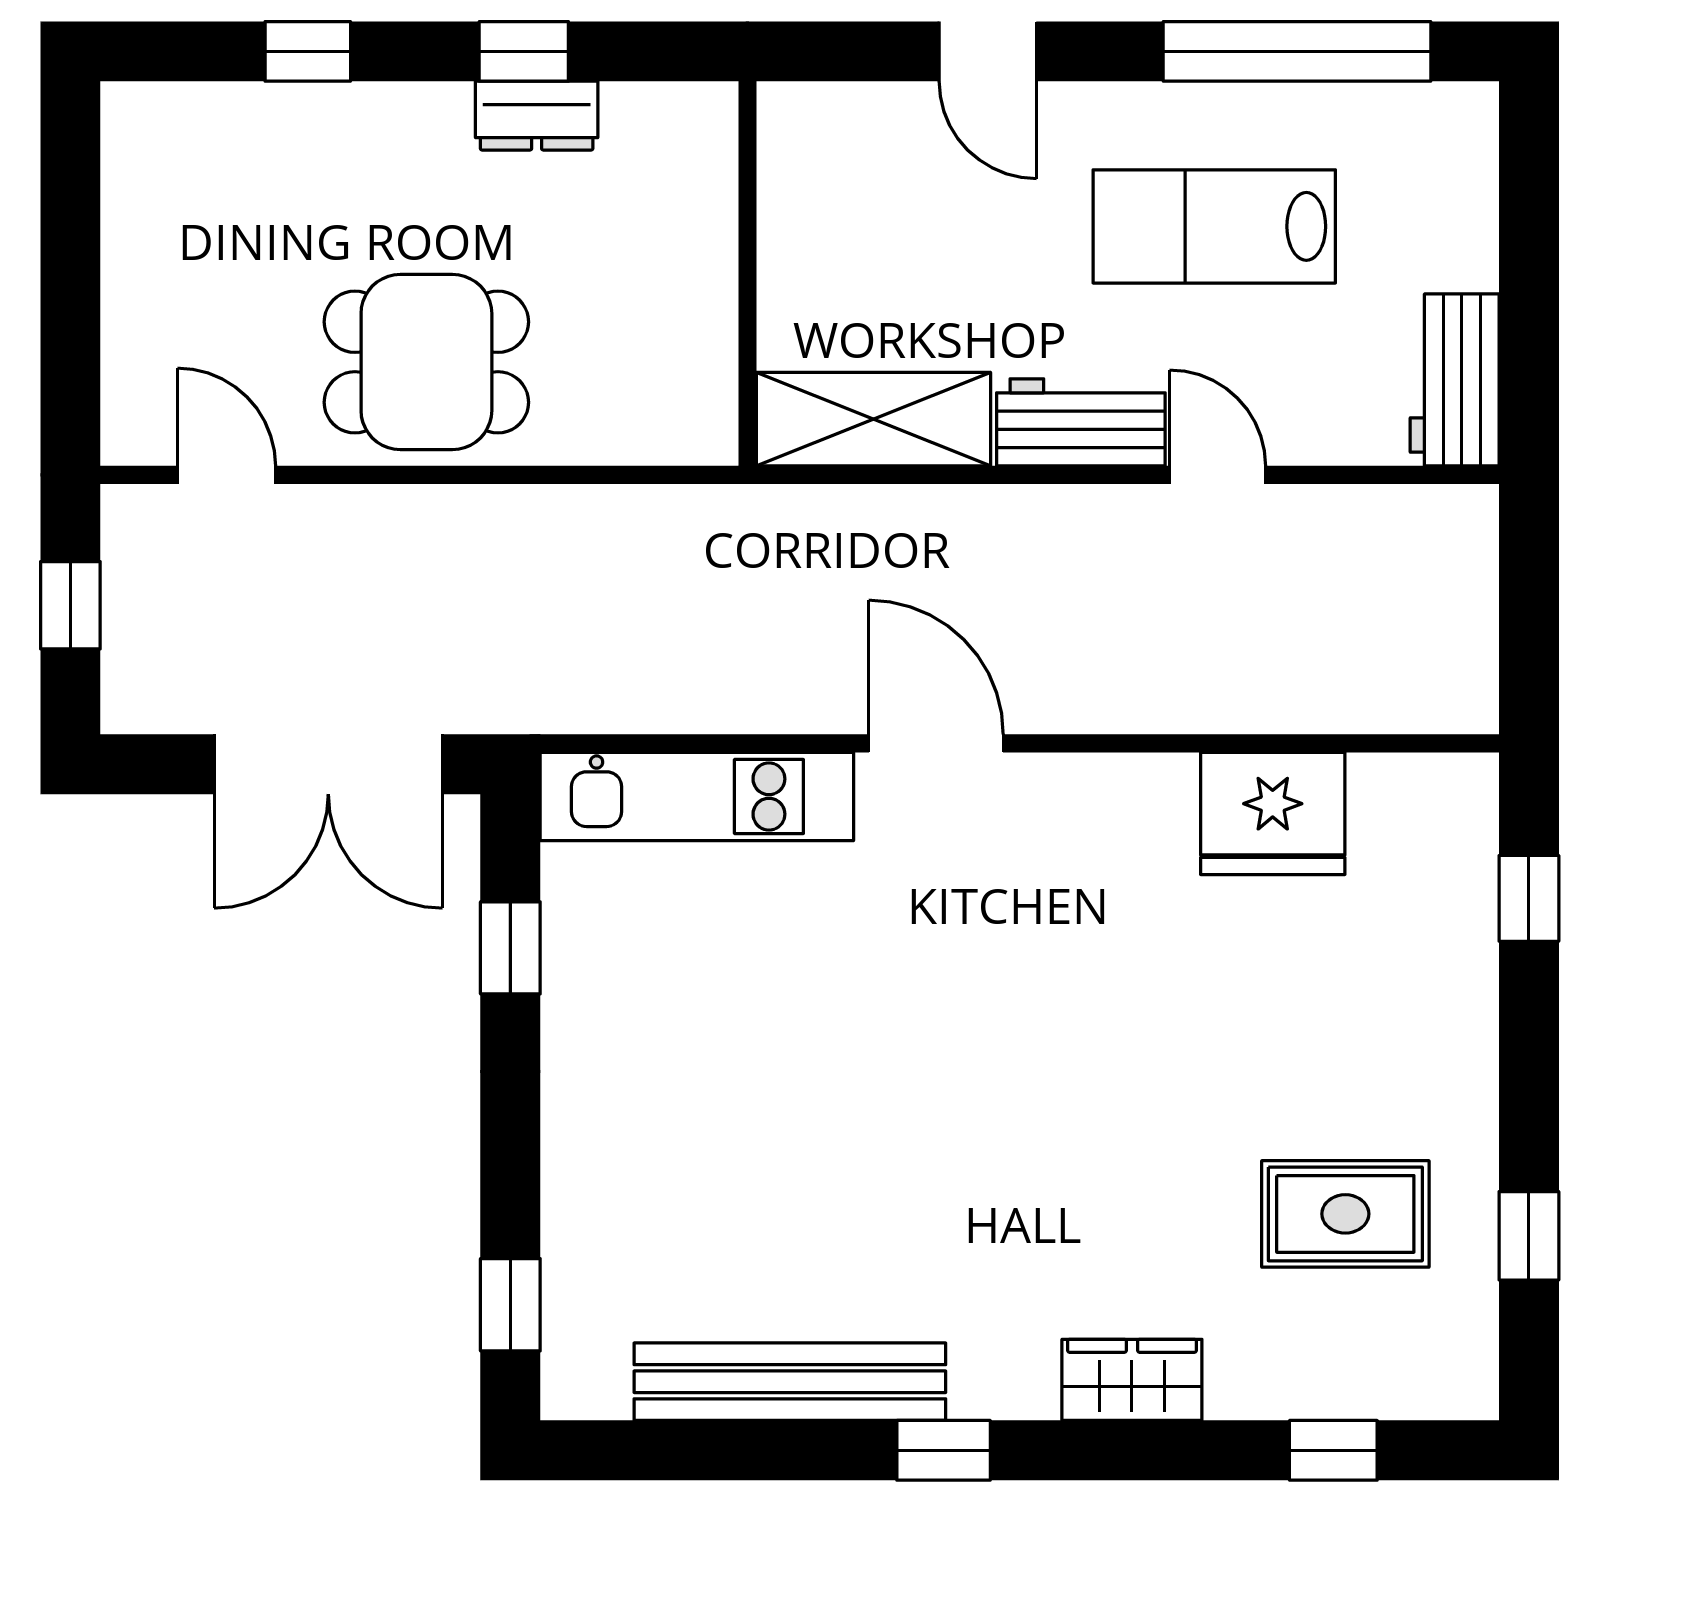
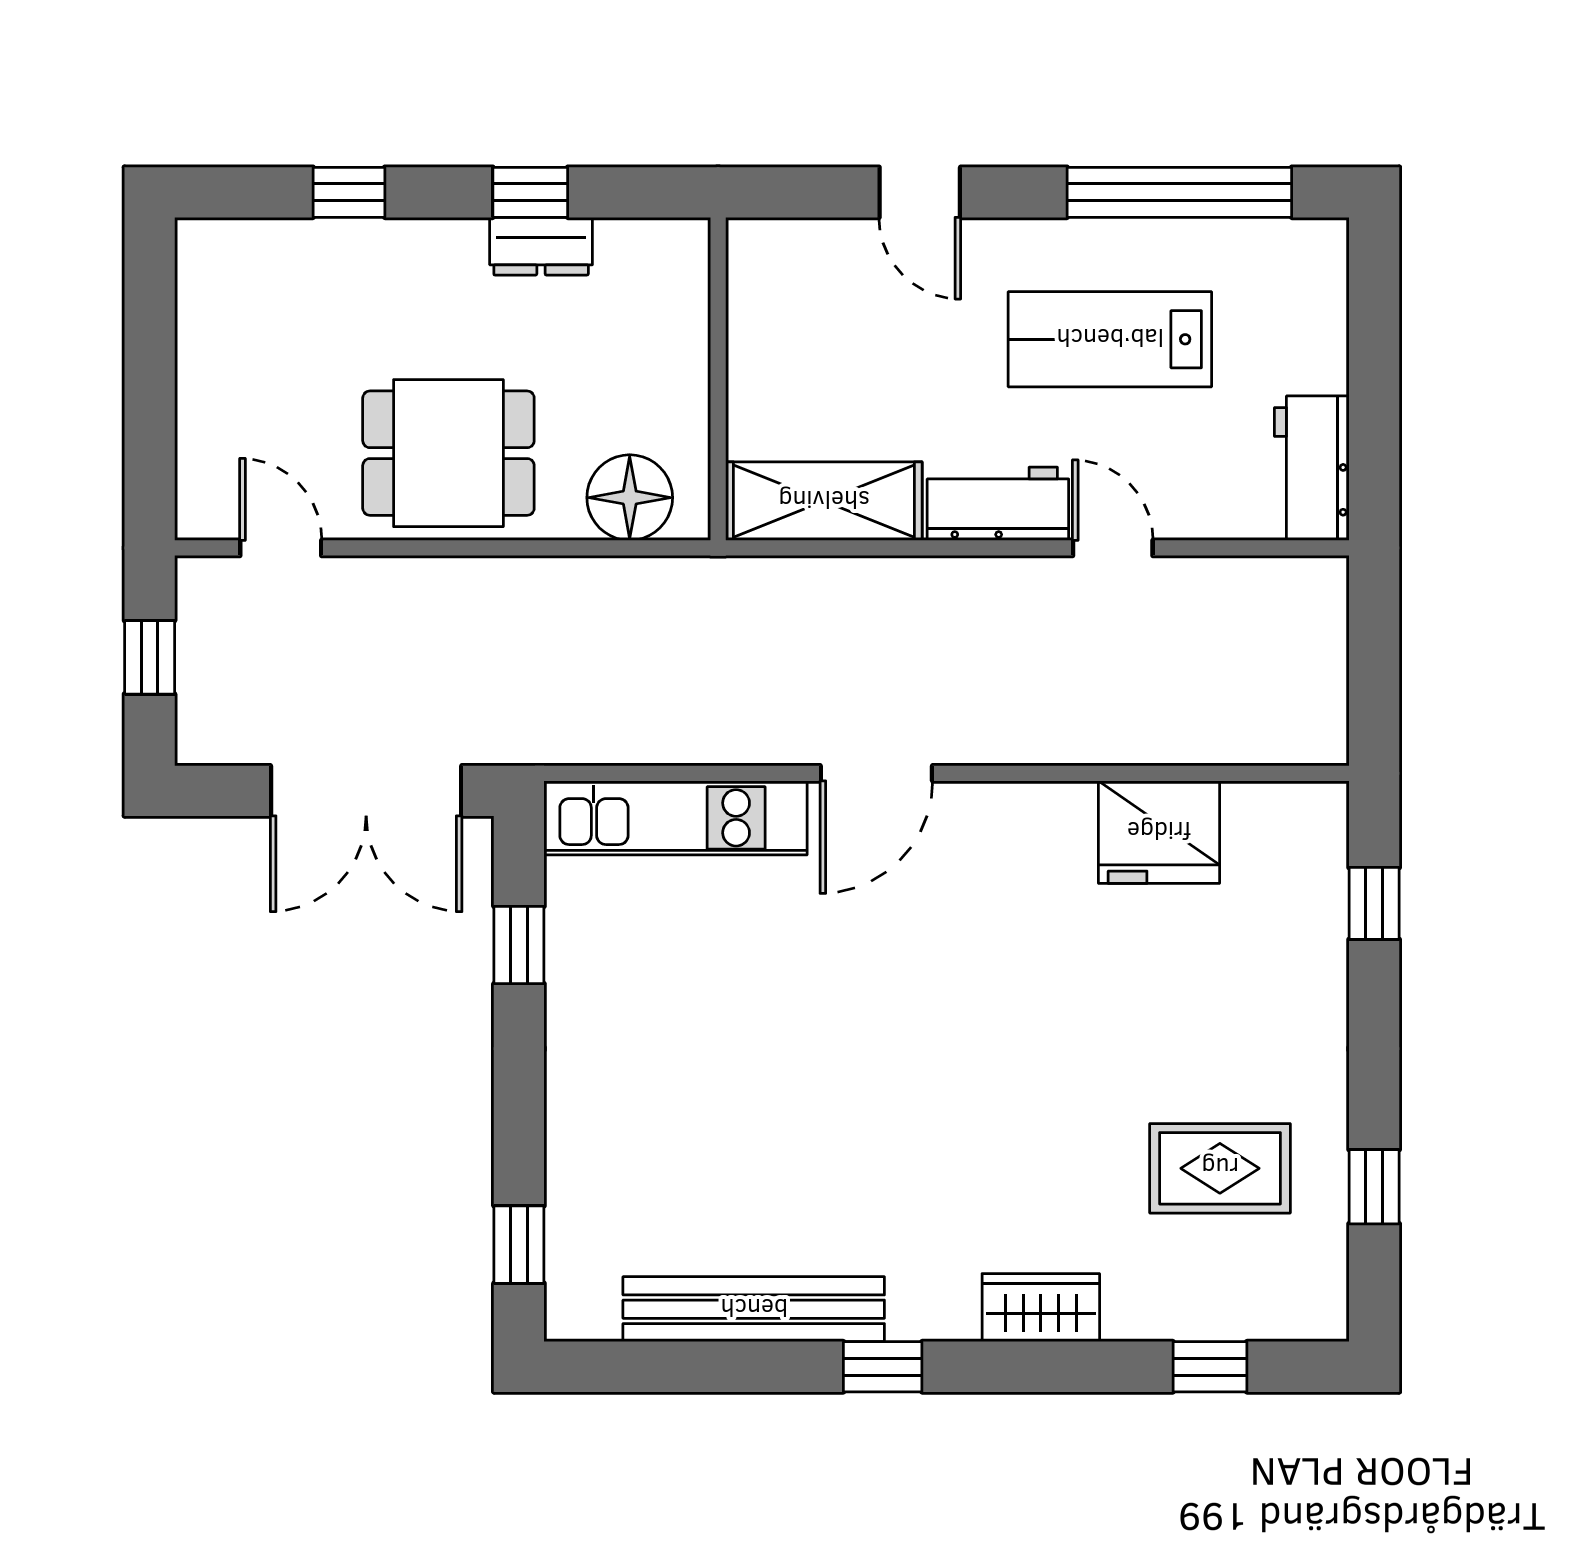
floor lamp: (642, 415) -> (630, 498), added
door: (936, 743) -> (876, 773), swing flipped

